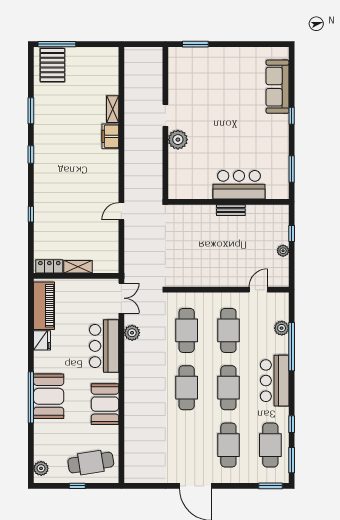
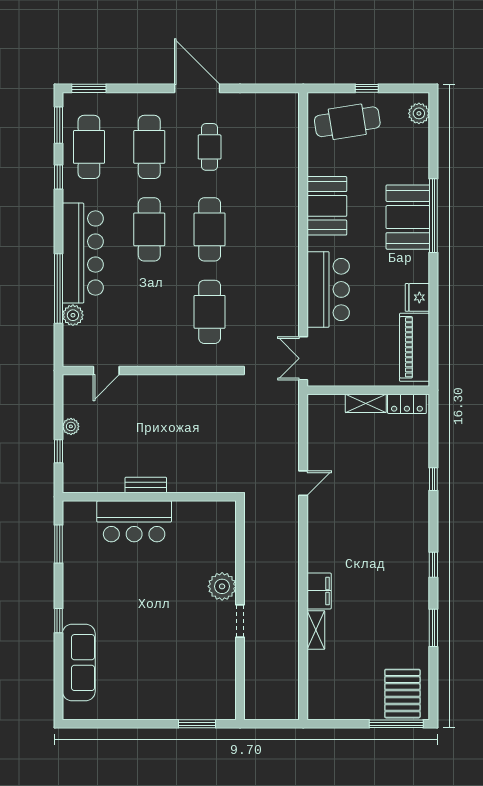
cafe table: (228, 330) -> (210, 147), moved, width x0.73, depth x0.74
plant: (132, 333) -> (288, 309), removed
bar counter: (275, 381) -> (83, 253), width x1.36

